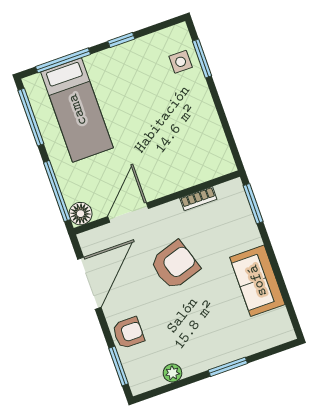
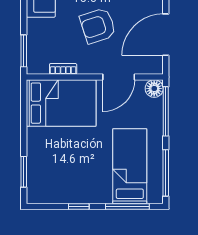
side table: (181, 62) -> (40, 175), removed
bed: (186, 157) -> (61, 103), added

